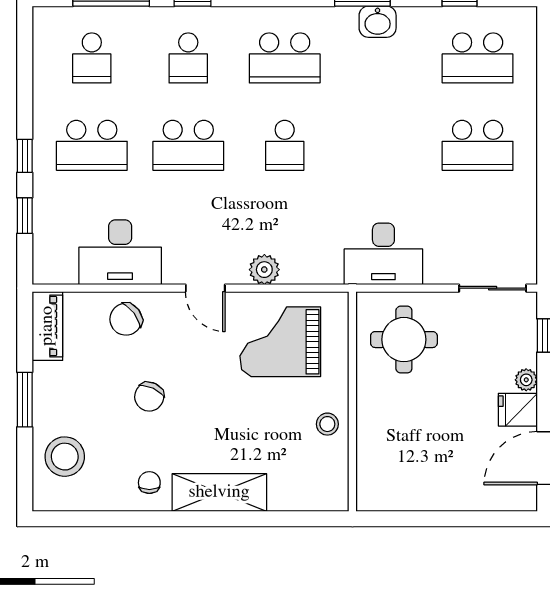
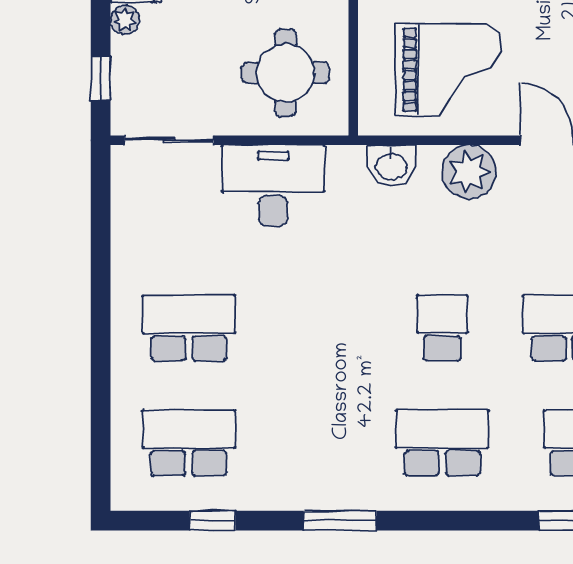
washbasin: (378, 22) -> (391, 165), moved, turned 180
desk: (383, 254) -> (273, 185), moved
plant: (264, 270) -> (469, 172), width x1.36, depth x1.36

